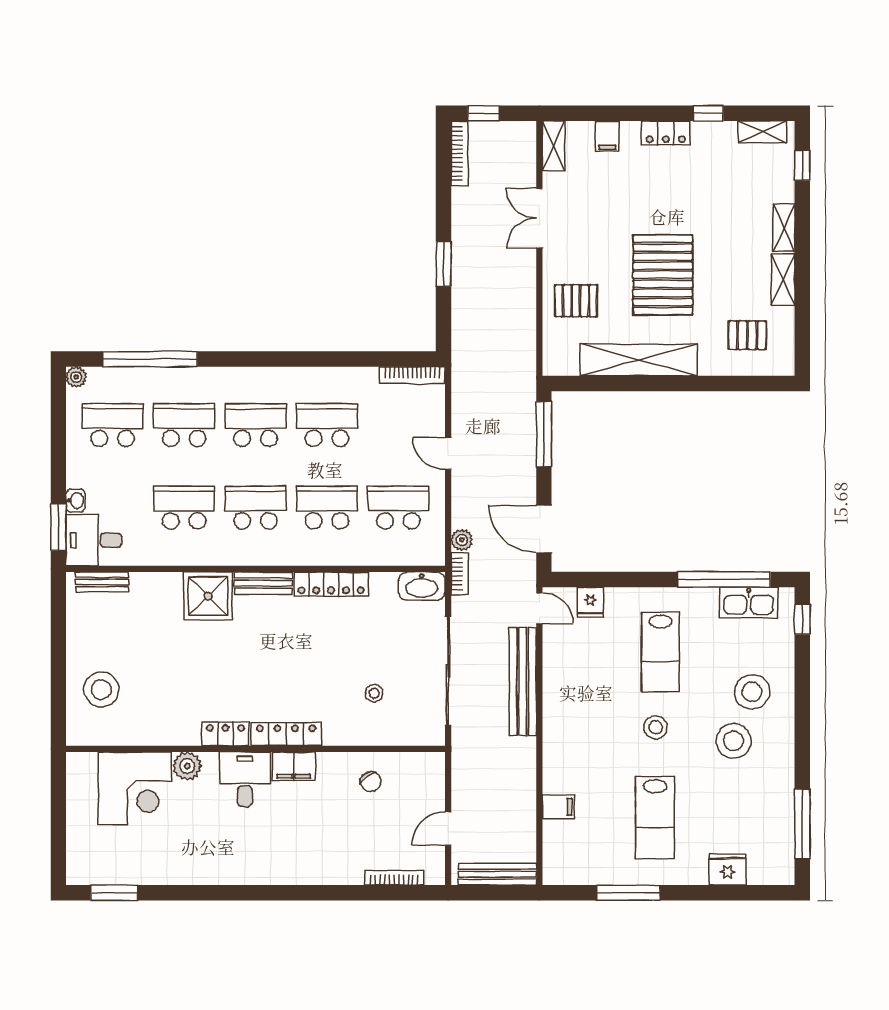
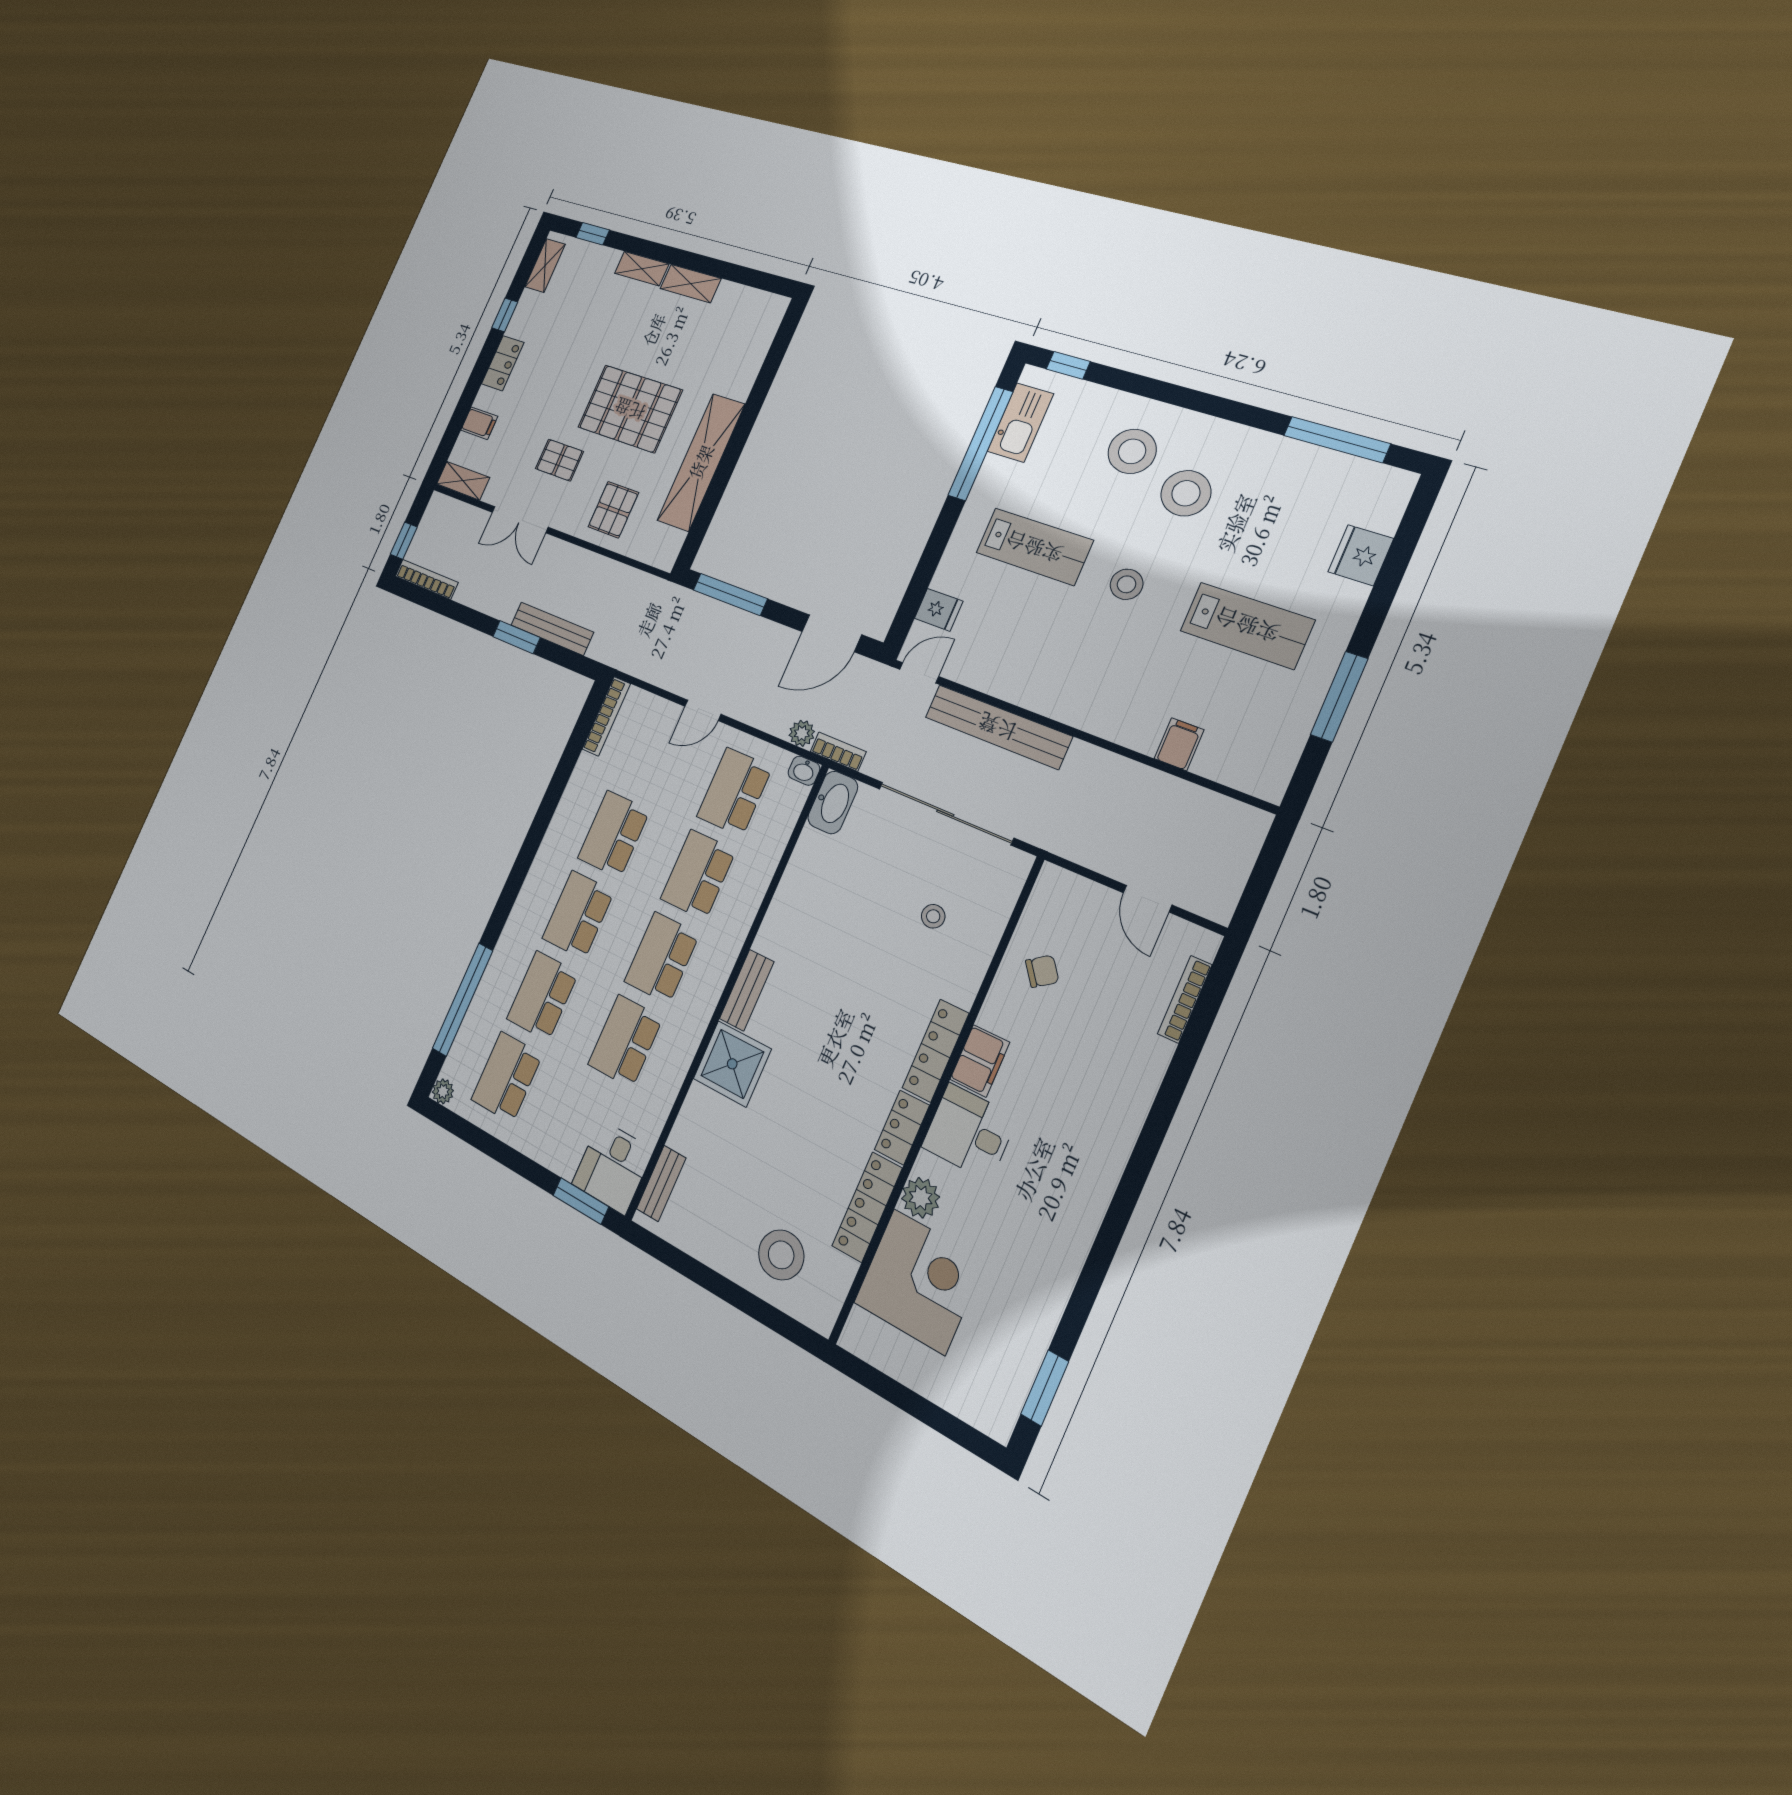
pallet: (747, 335) -> (559, 460), moved, turned 90
washbasin: (76, 501) -> (804, 771), moved, turned 180
locker: (331, 584) -> (867, 1207), moved, turned 180
bench: (497, 874) -> (552, 629), moved, turned 90

